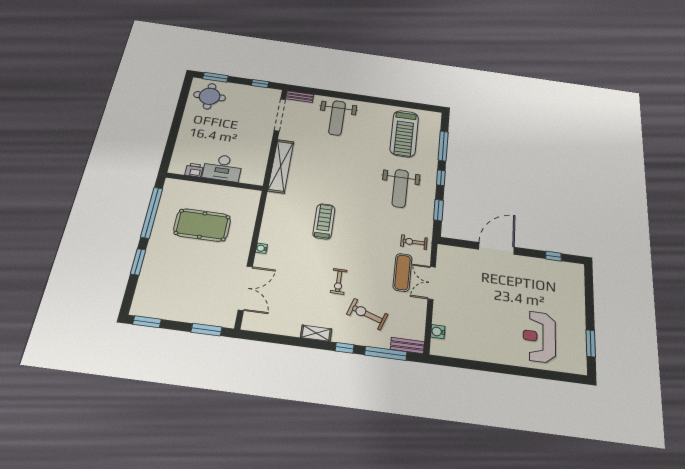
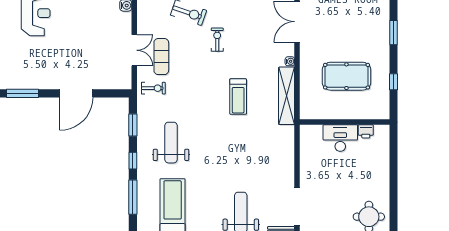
shelving: (281, 166) -> (287, 96), moved
window: (152, 213) -> (394, 82), width x0.32
window: (553, 256) -> (23, 93), width x2.17

